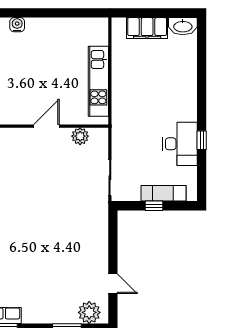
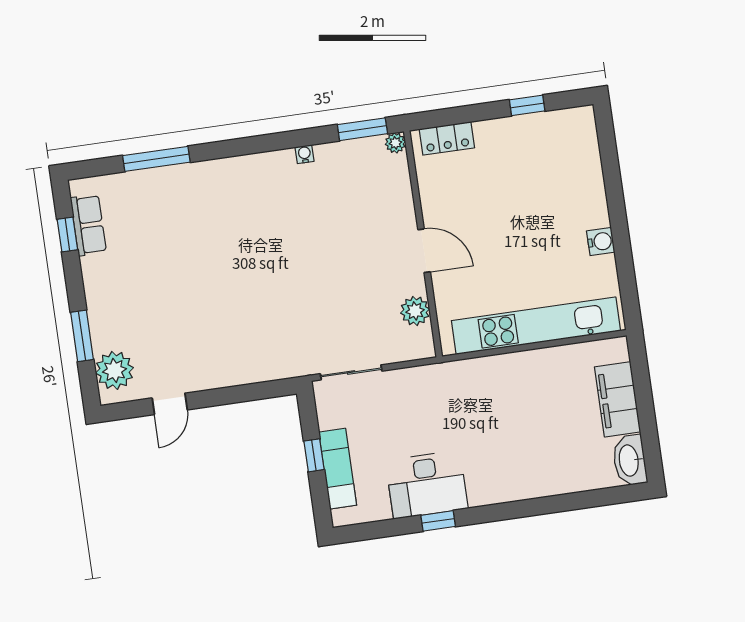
water cooler: (17, 25) -> (601, 242), moved
kitchen unit: (98, 81) -> (536, 326), width x1.36

